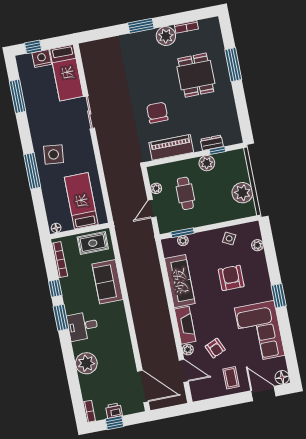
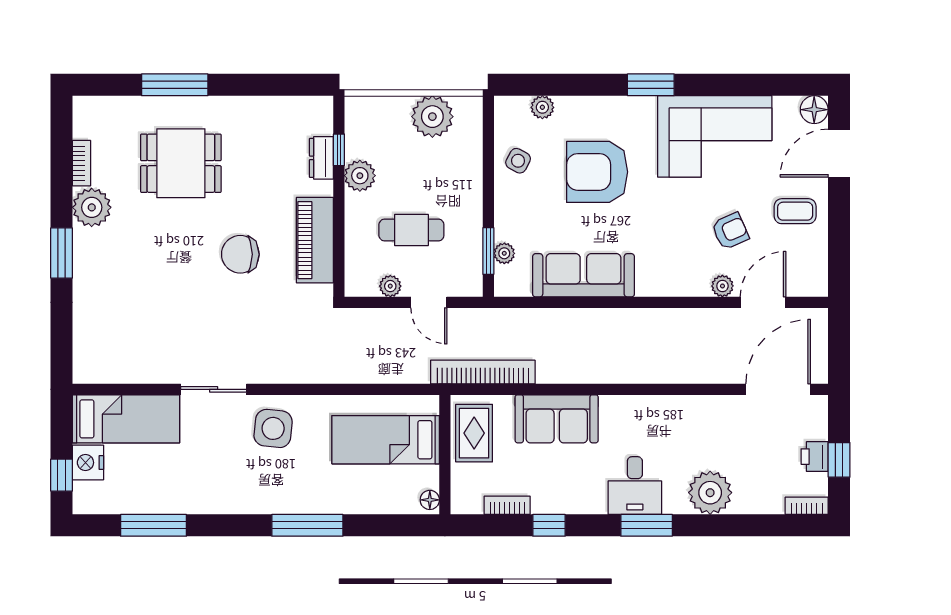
side table: (54, 154) -> (273, 428), moved
bookcase: (123, 242) -> (483, 372), added
bookcase: (60, 260) -> (507, 505), width x0.64
armchair: (231, 278) -> (597, 172), width x1.36, depth x1.36
window: (61, 318) -> (647, 525), moved
fireplace: (185, 325) -> (673, 282), removed

